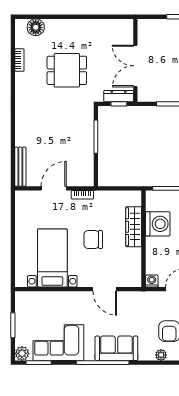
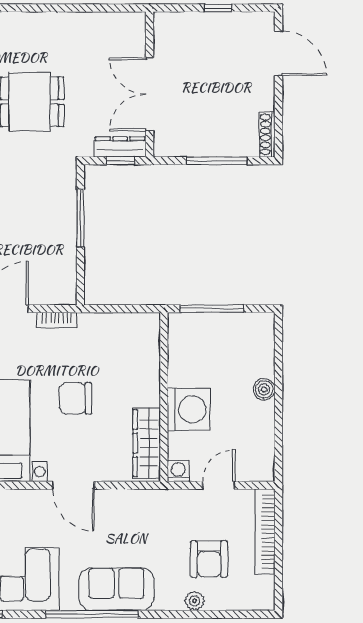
washing machine: (158, 224) -> (189, 409), moved
wardrobe: (134, 227) -> (147, 443), moved
door: (105, 289) -> (73, 485), moved

